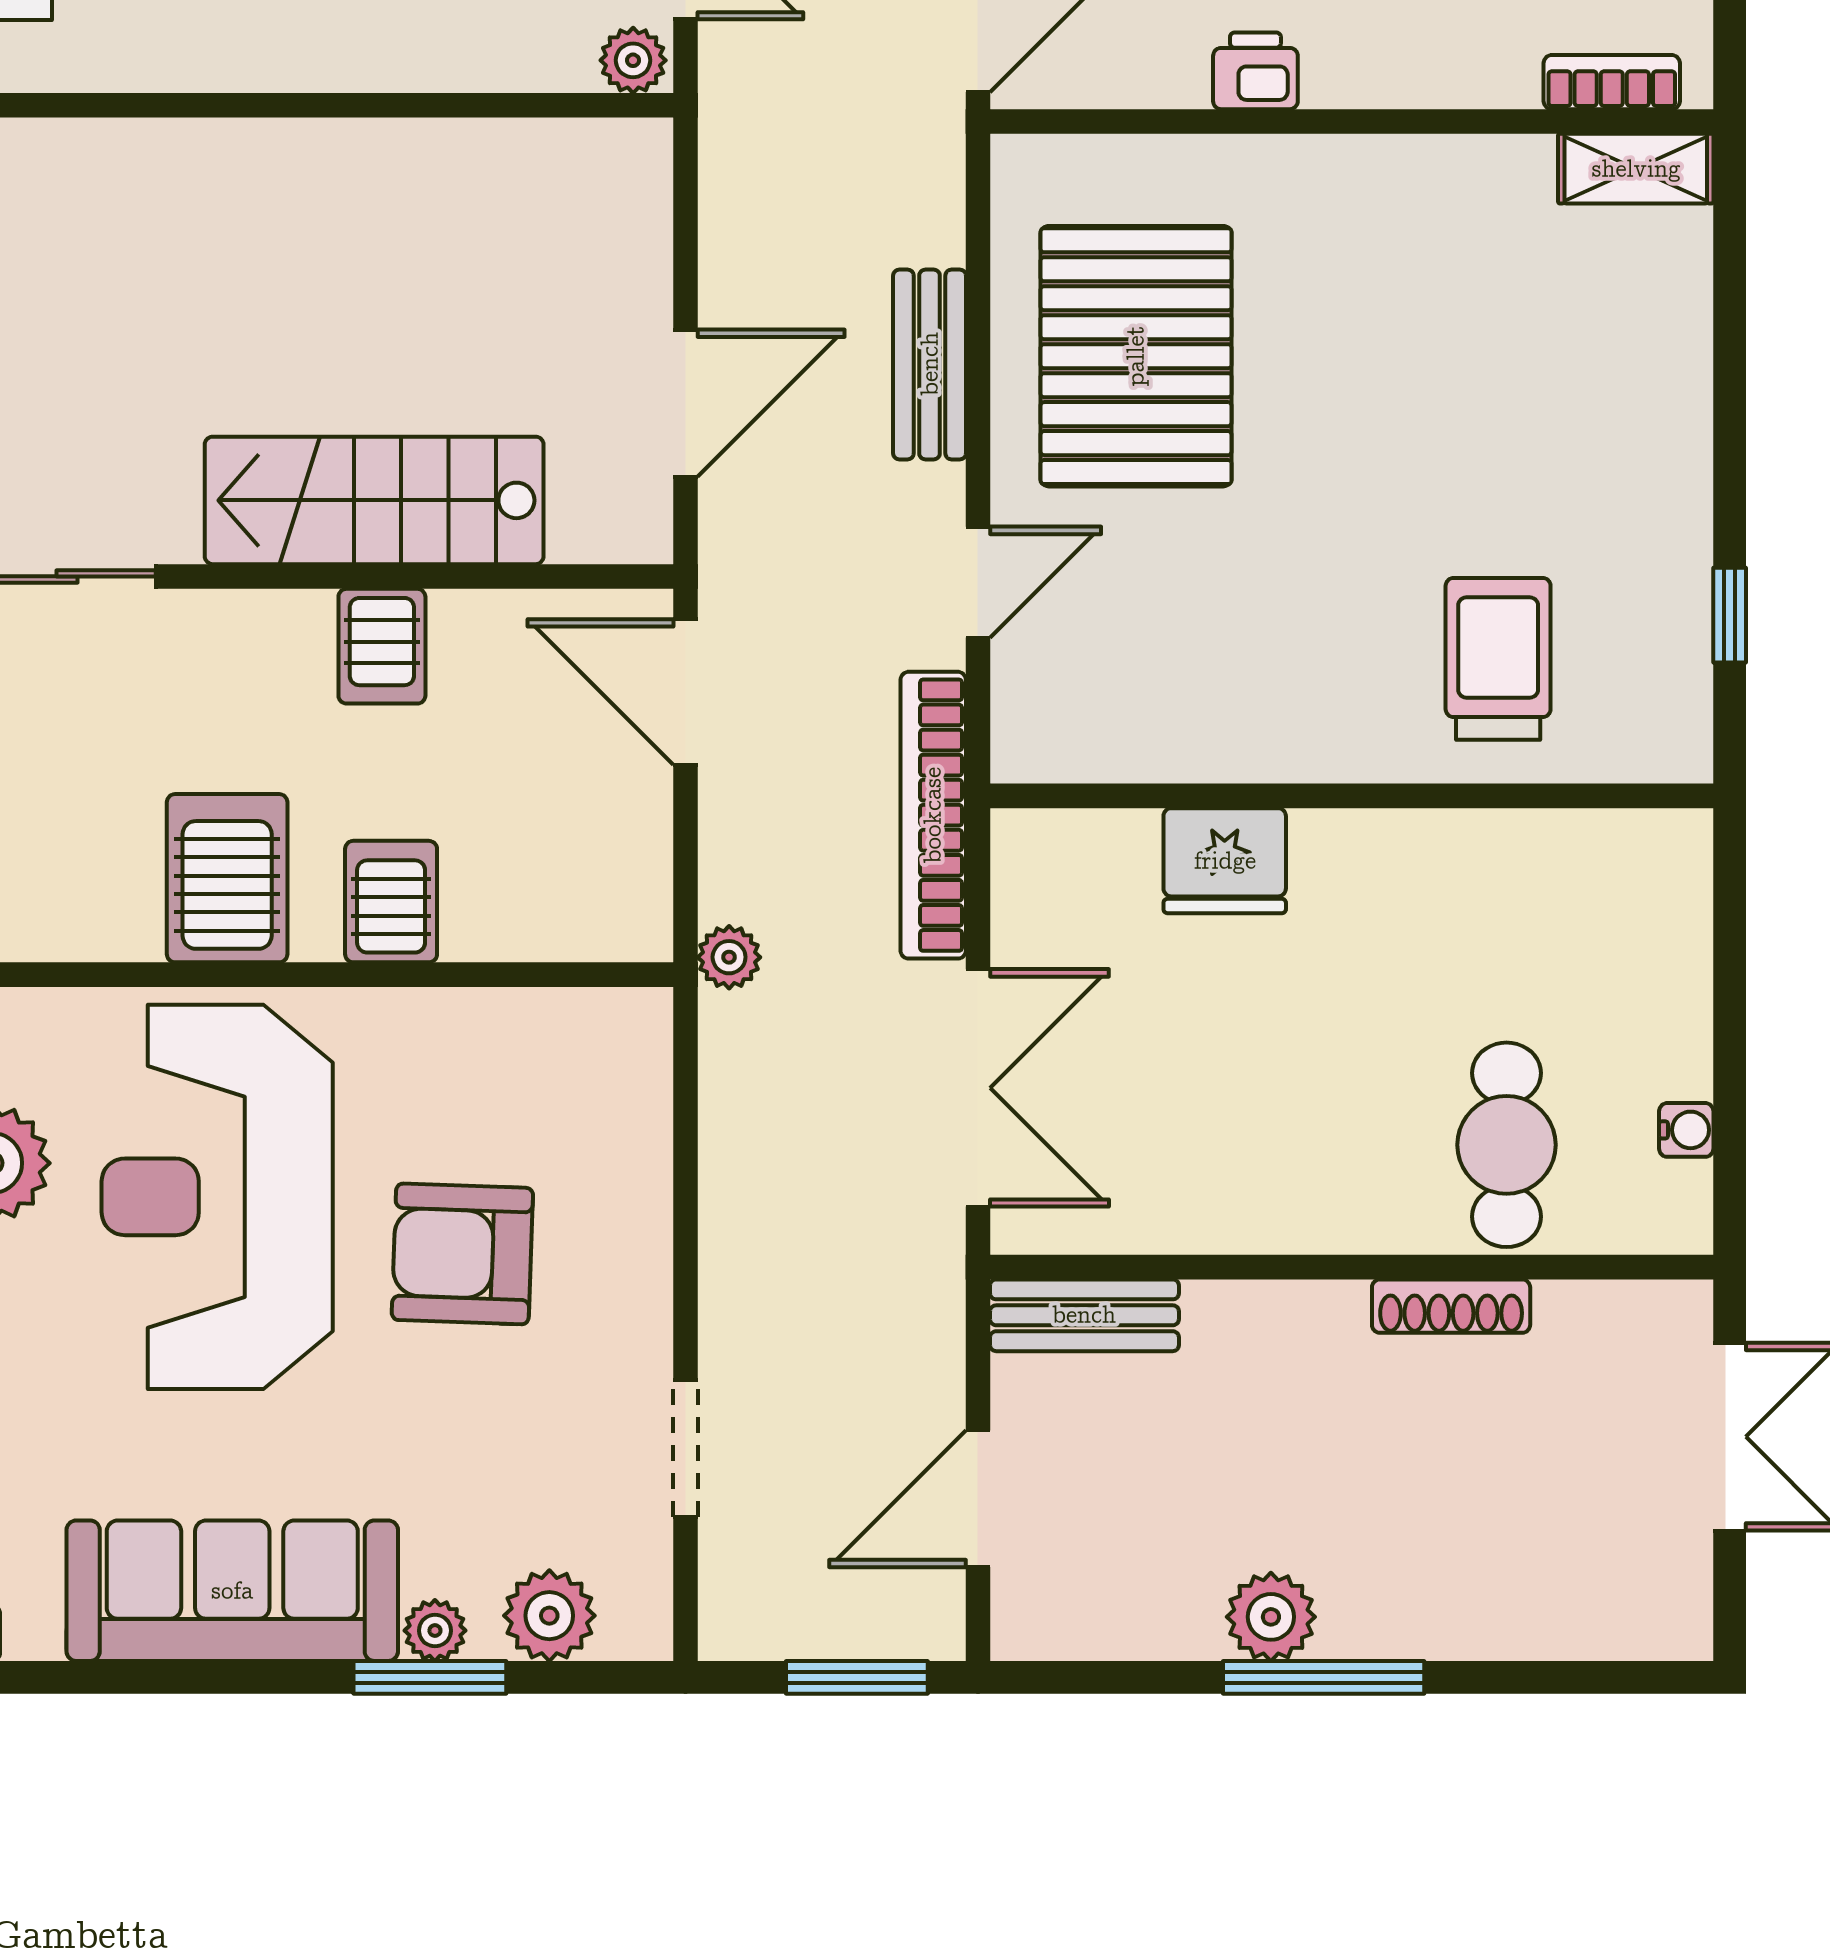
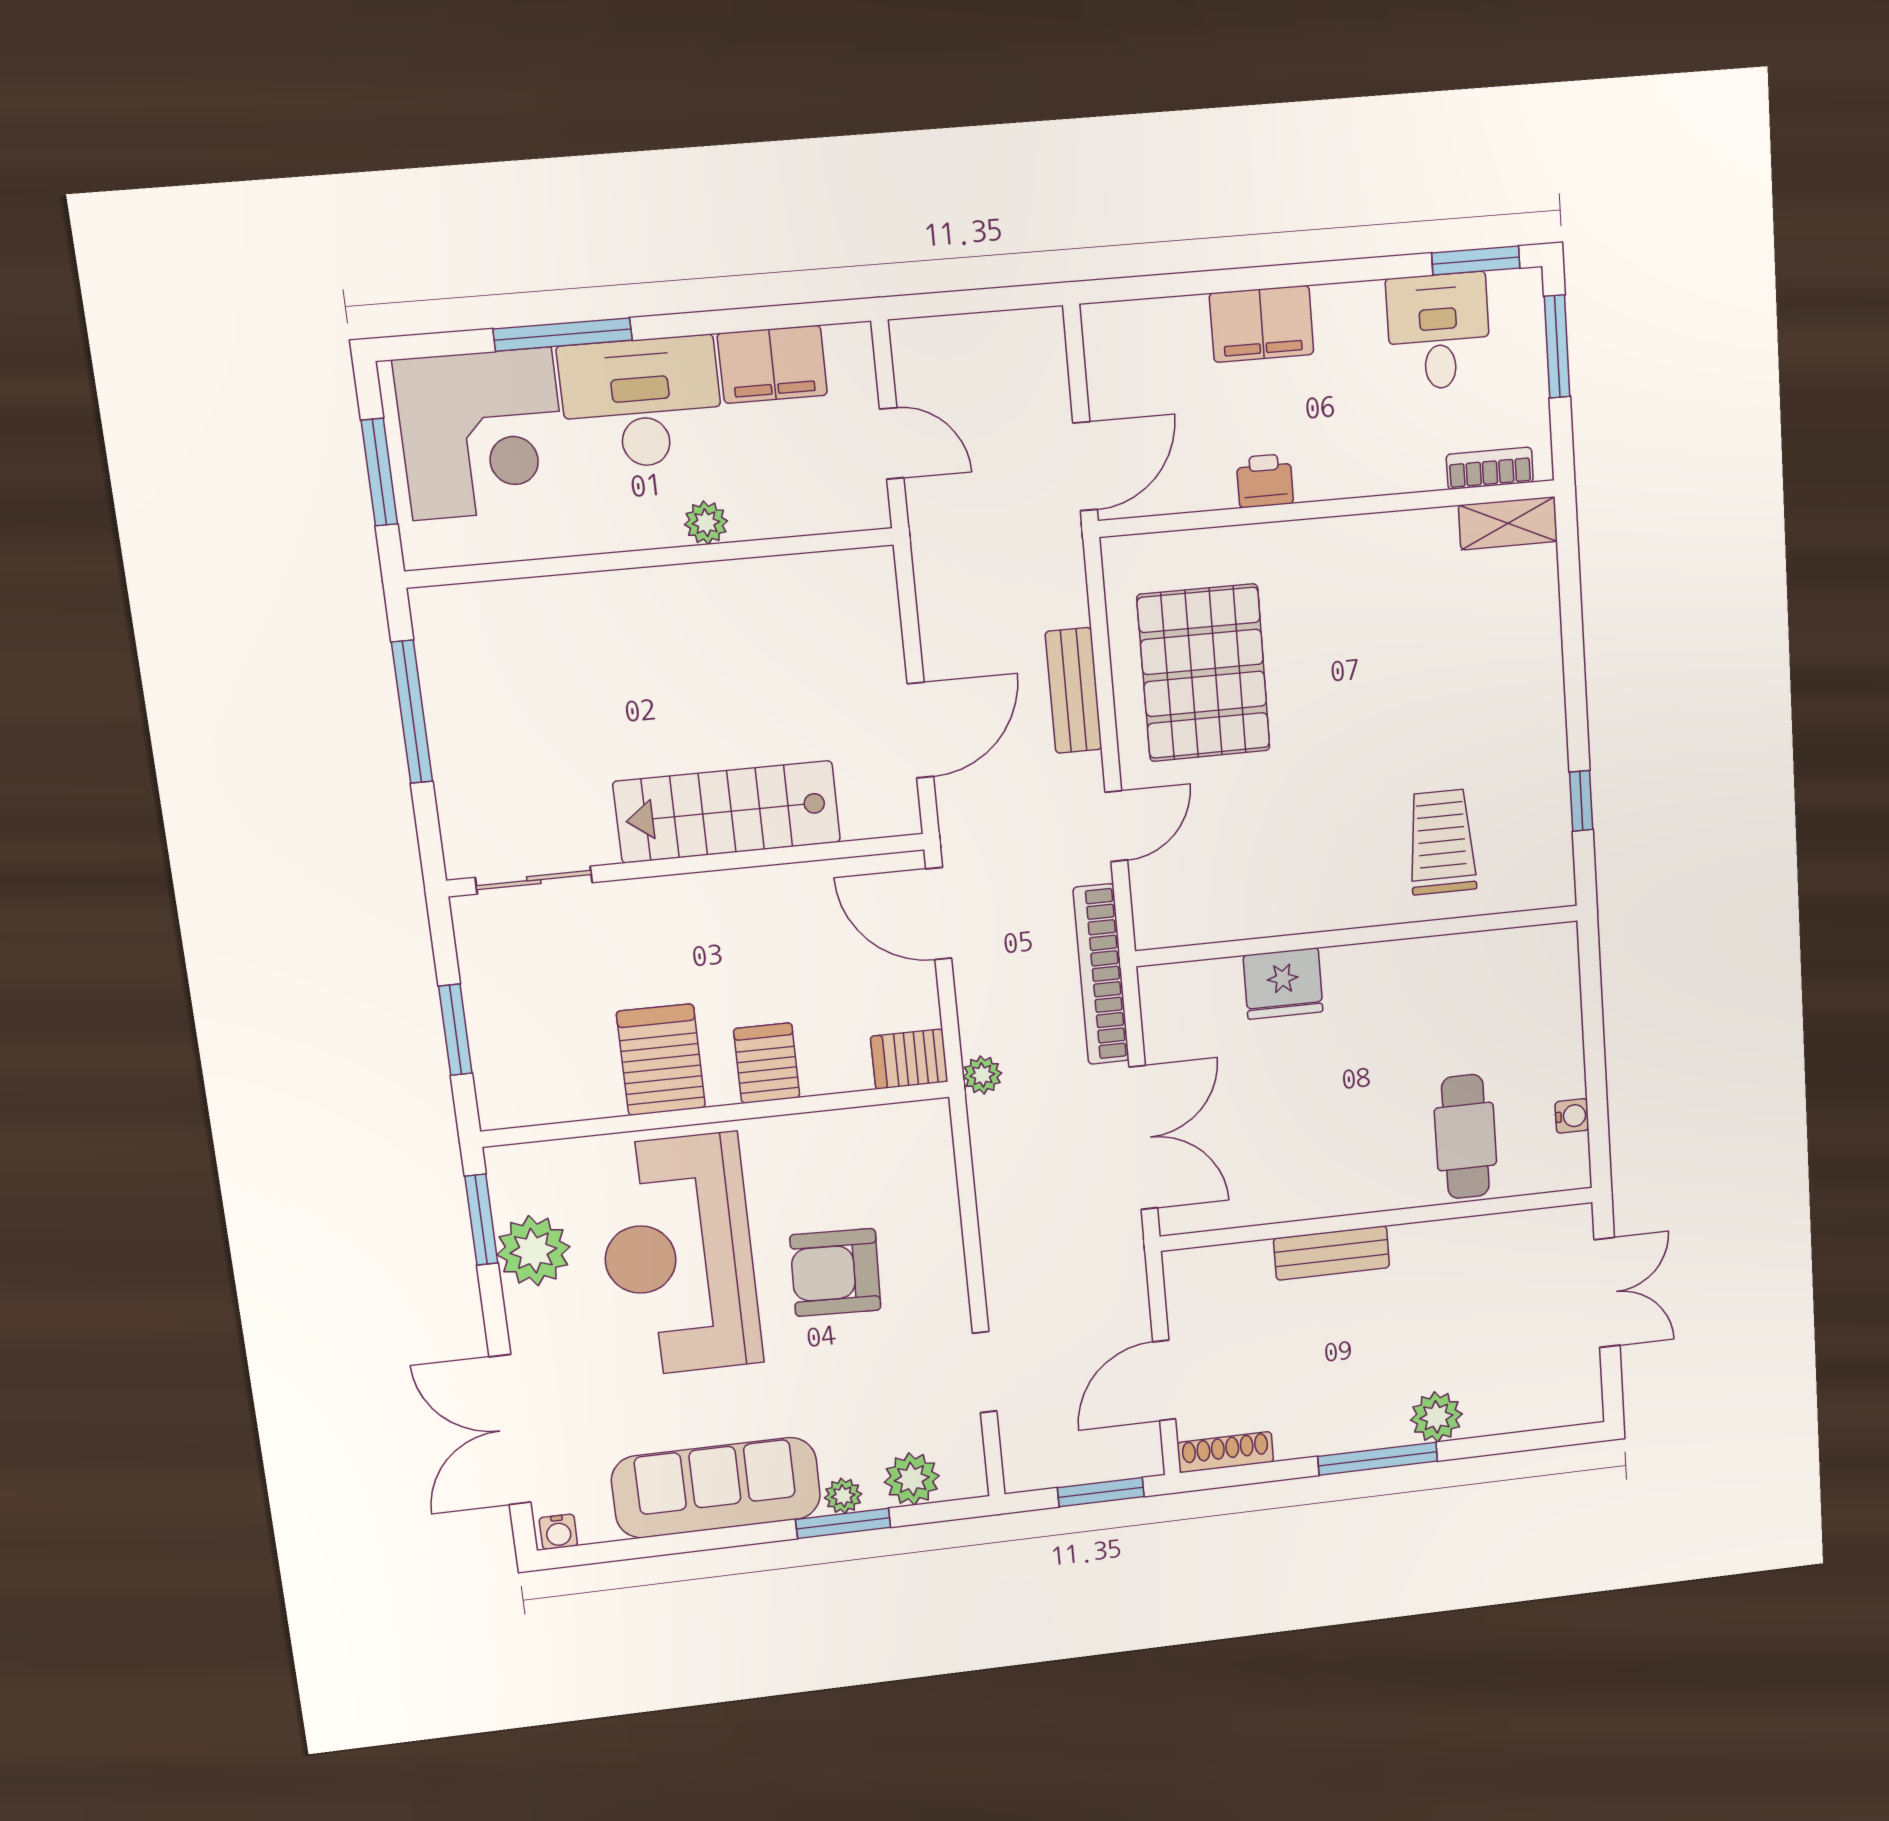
plant: (633, 60) -> (706, 523), moved
server rack: (382, 646) -> (909, 1059), moved, turned 90
shoe rack: (1451, 1306) -> (1225, 1452), moved, turned 180
bench: (1084, 1315) -> (1332, 1253), moved
plant: (1271, 1617) -> (1436, 1417), moved

